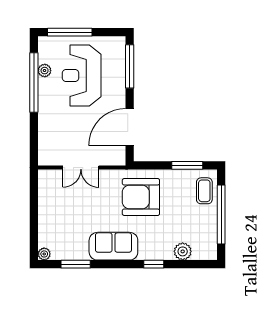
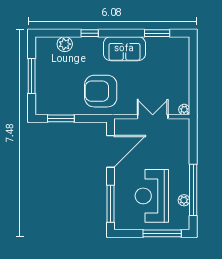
reception desk: (82, 75) -> (152, 196), turned 180
coffee table: (204, 191) -> (46, 96), removed
armchair: (141, 197) -> (101, 91), turned 180
window: (221, 214) -> (32, 76), width x0.68
plant: (44, 254) -> (184, 110), moved

